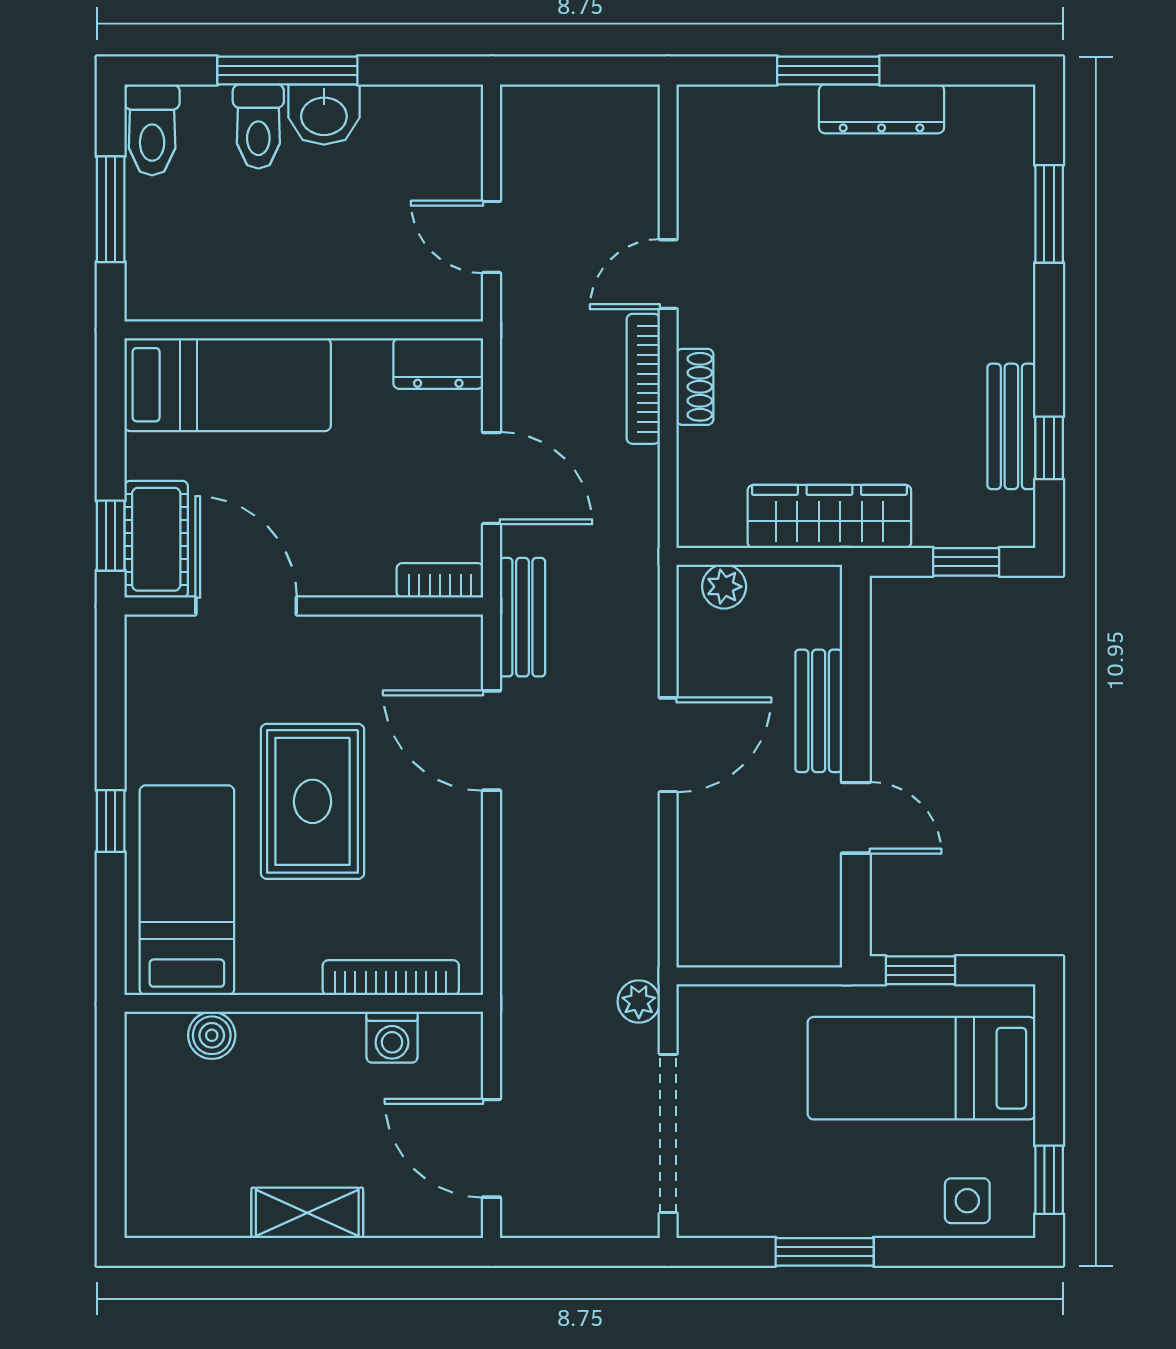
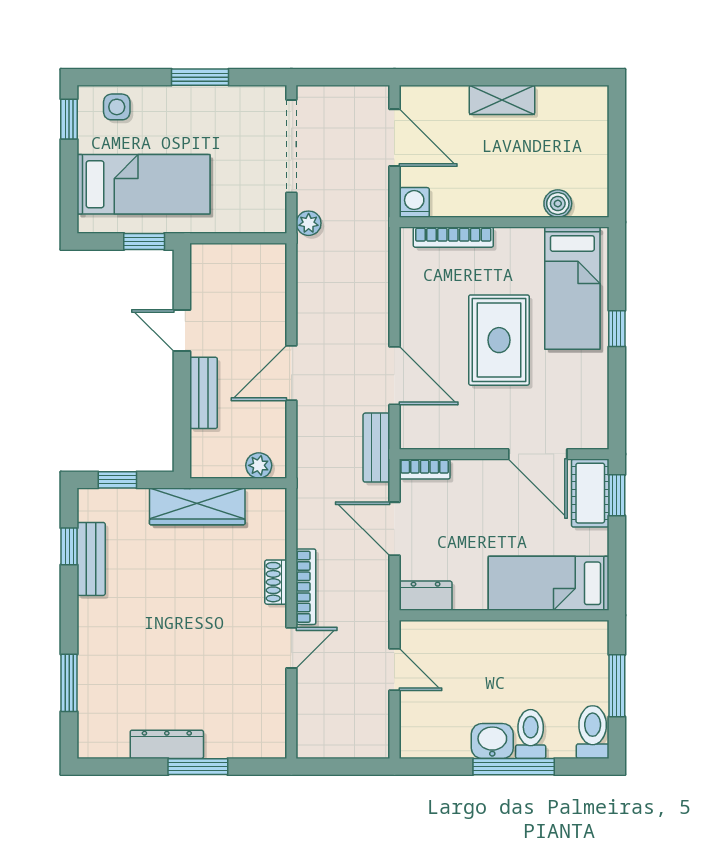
washing machine: (392, 1037) -> (414, 202), moved

